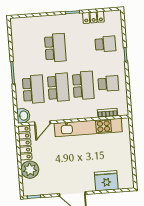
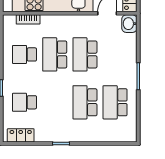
locker: (93, 17) -> (21, 135), moved
school desk: (33, 89) -> (115, 102), moved

